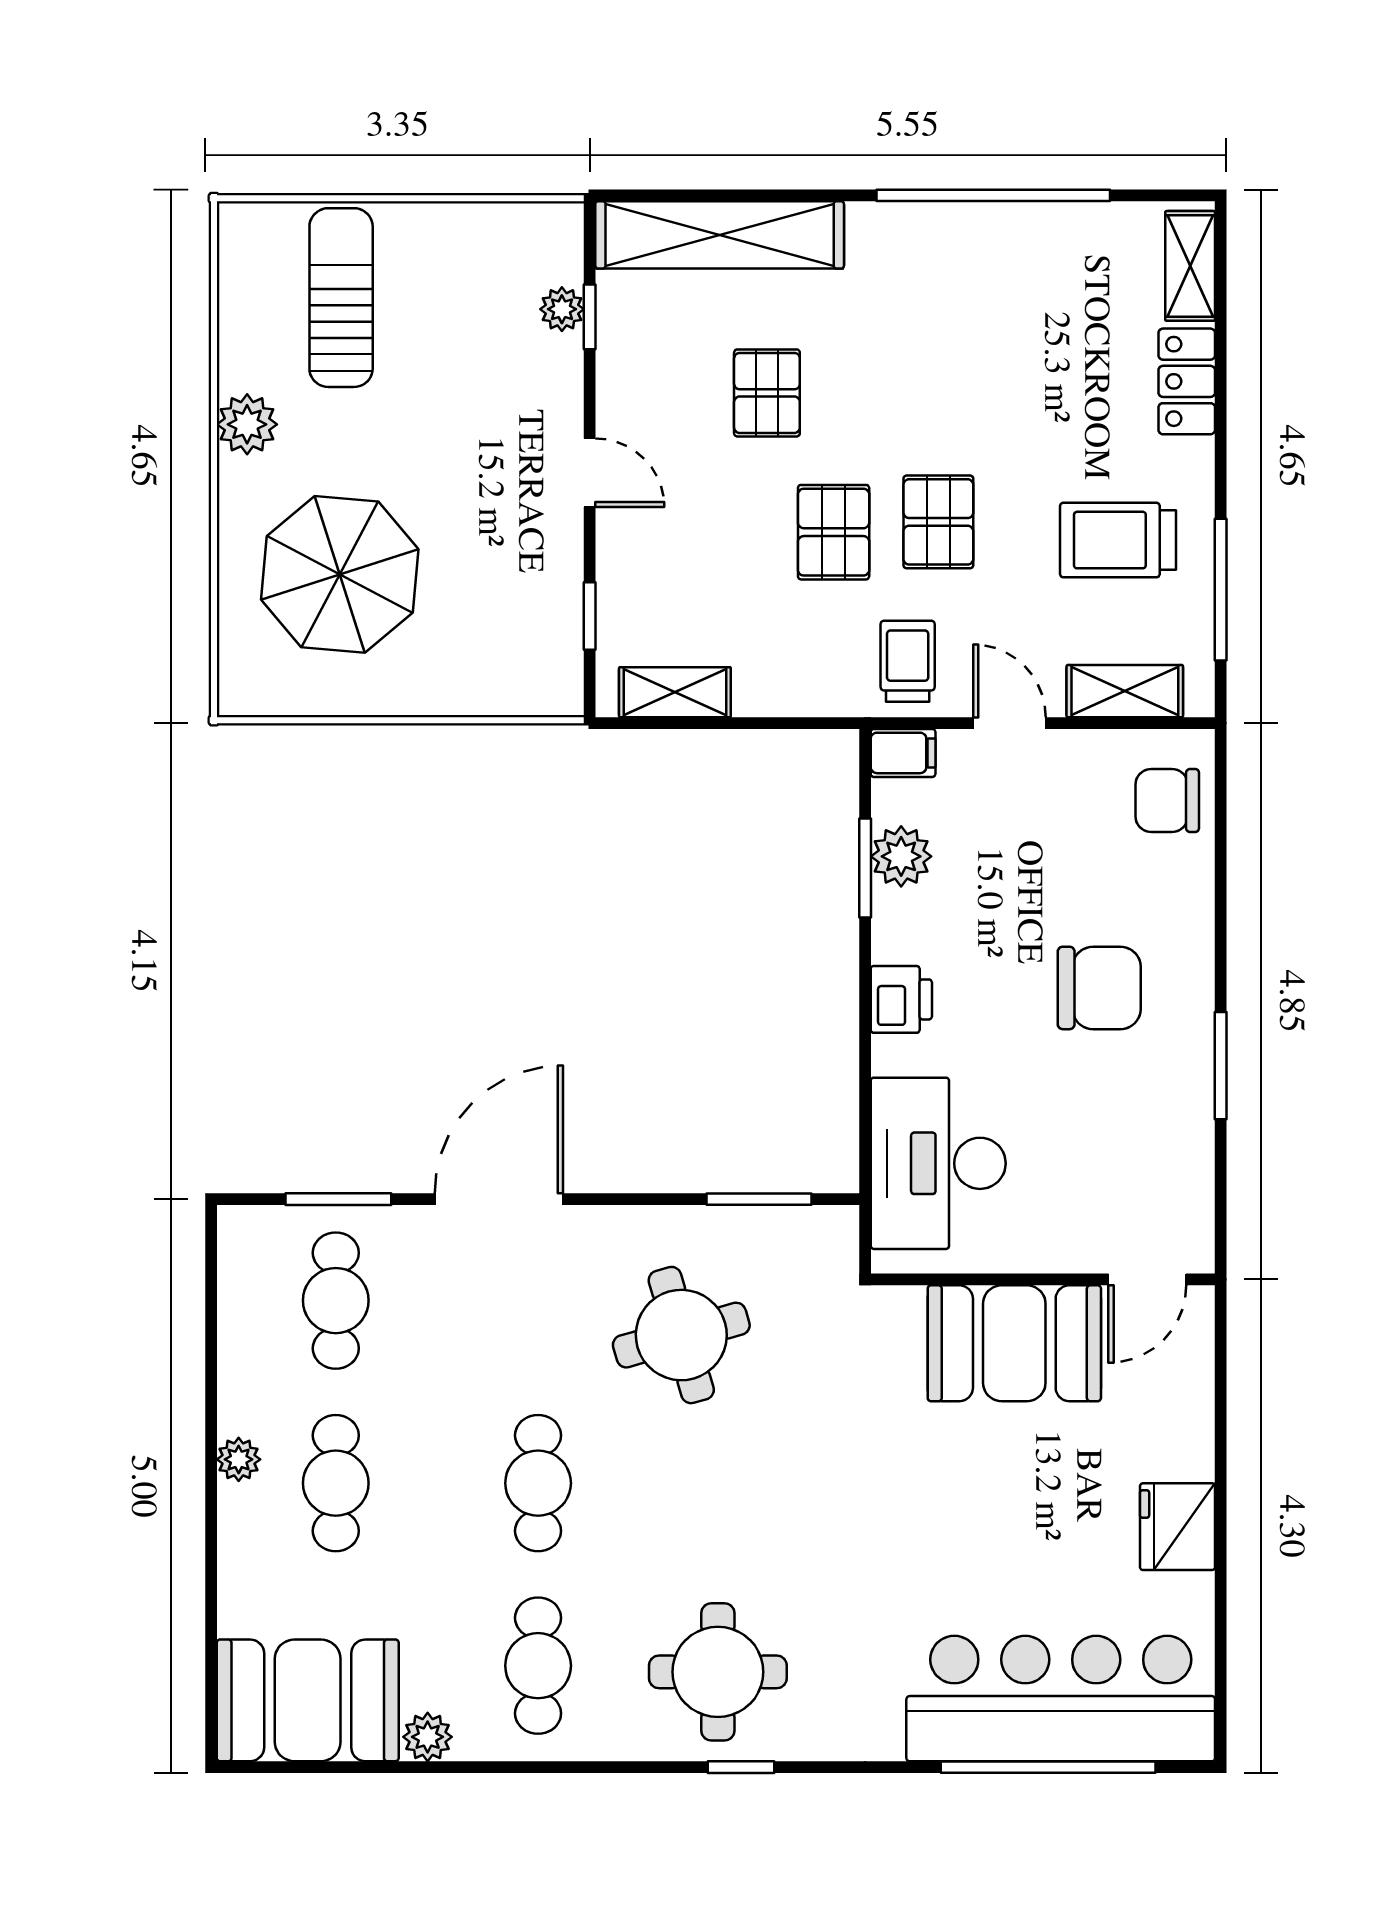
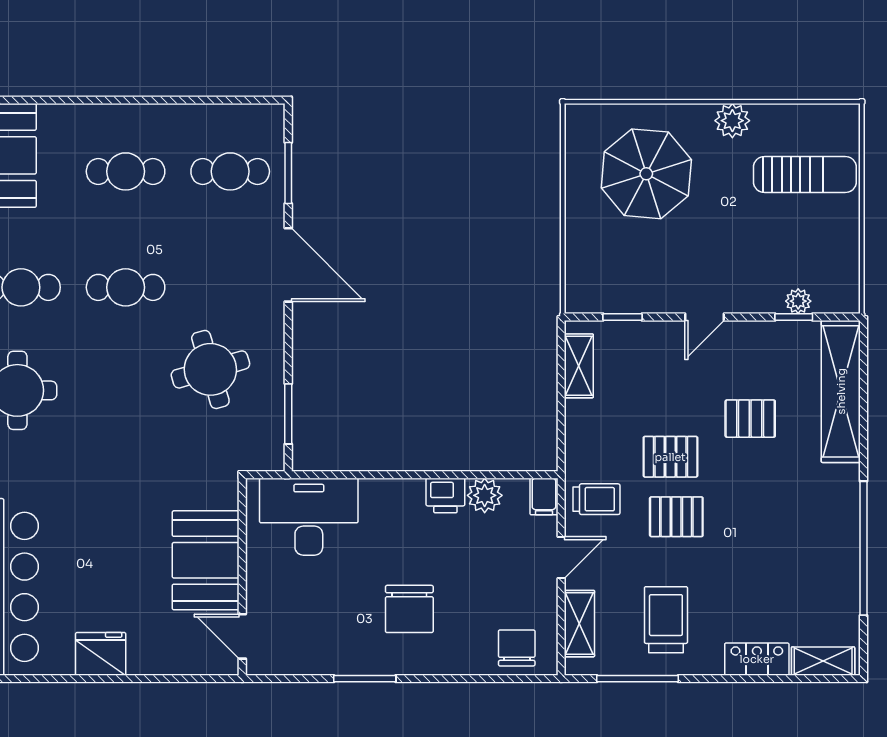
window: (865, 868) -> (478, 475), removed
printer: (901, 999) -> (445, 496), moved
plant: (239, 1459) -> (139, 116), removed

